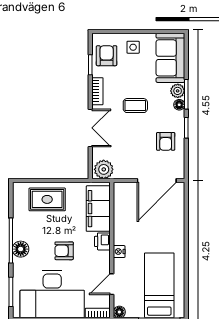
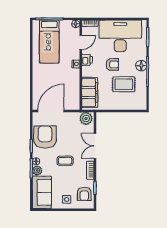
armchair: (166, 141) -> (45, 137), width x1.88, depth x1.88
rug: (47, 199) -> (124, 84), moved
printer: (102, 241) -> (87, 60), moved

